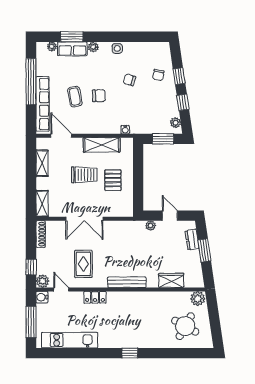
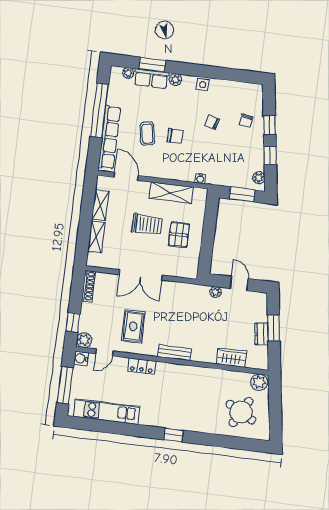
shelving: (42, 204) -> (96, 237), moved
dresser: (192, 240) -> (261, 334), moved
bench: (127, 282) -> (174, 353), width x0.73
door: (61, 289) -> (104, 352), swing flipped

